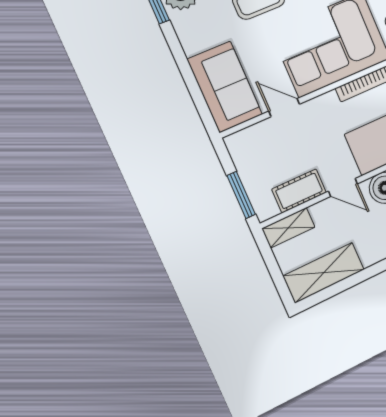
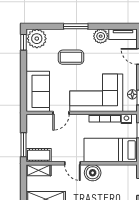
door: (284, 108) -> (61, 113), swing flipped
cot: (299, 191) -> (39, 155), moved

